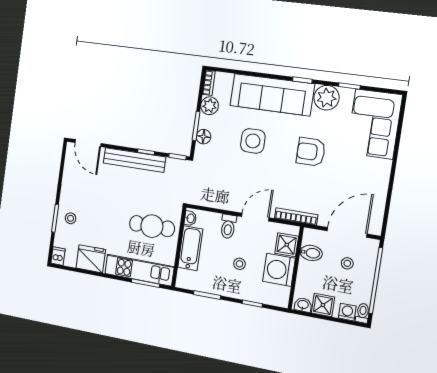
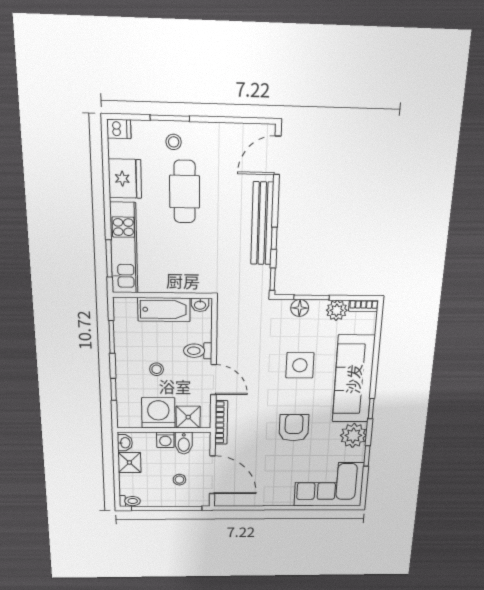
cafe table: (152, 226) -> (185, 192), moved
washing machine: (347, 312) -> (165, 440), moved, turned 90

